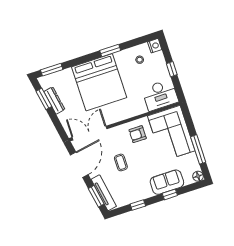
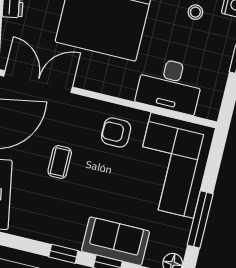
desk: (160, 95) -> (170, 85), moved
window: (138, 205) -> (63, 254), moved

